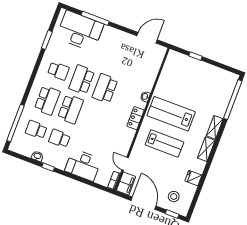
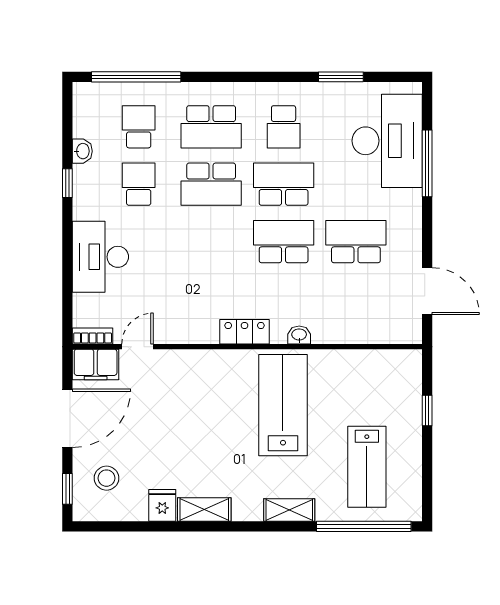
school desk: (116, 59) -> (356, 242), added
lab bench: (165, 143) -> (367, 467), moved
shelving: (206, 149) -> (204, 510), moved

